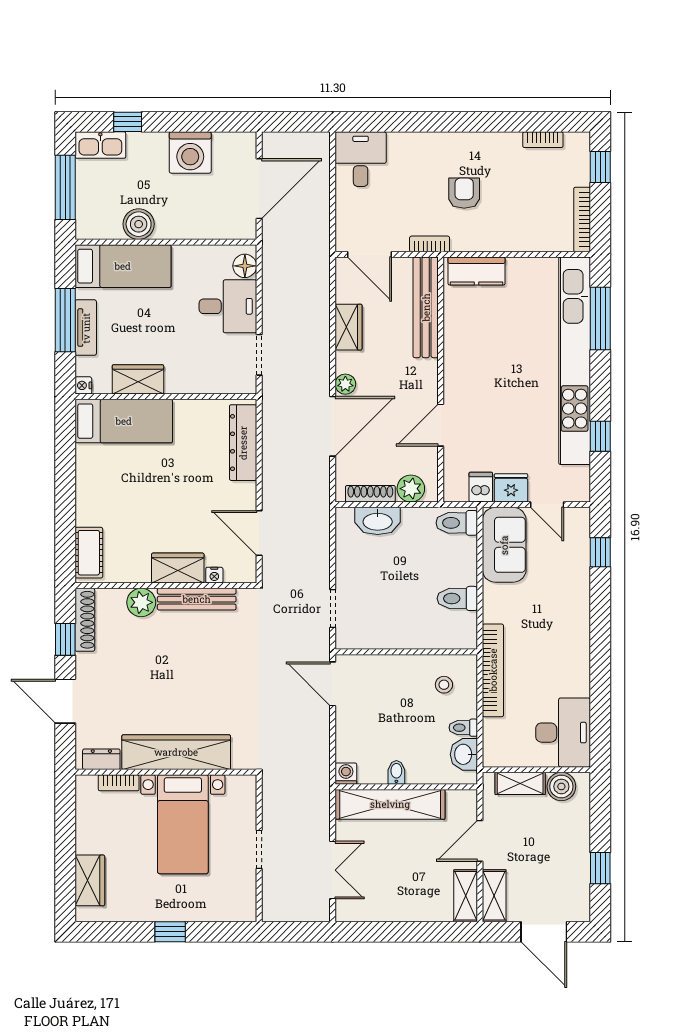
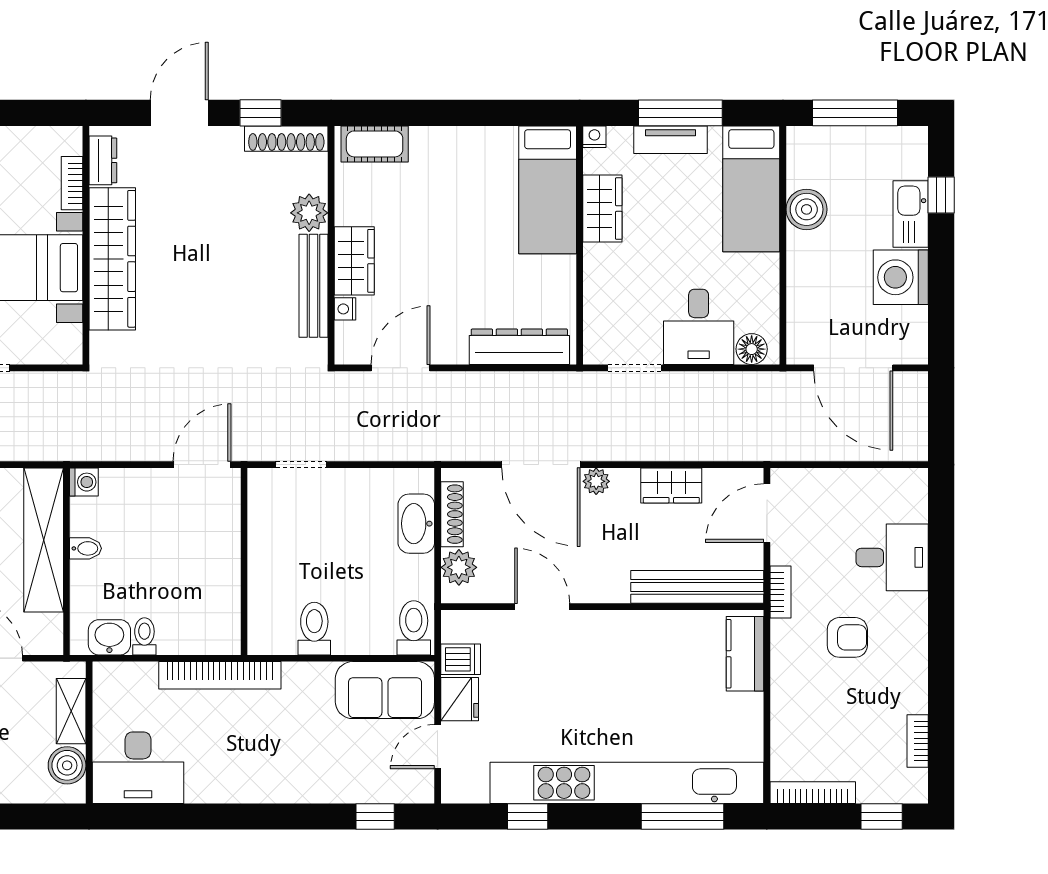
kitchen sink: (100, 145) -> (911, 214), moved
desk: (361, 159) -> (892, 557), moved
stool: (444, 685) -> (201, 611), removed

